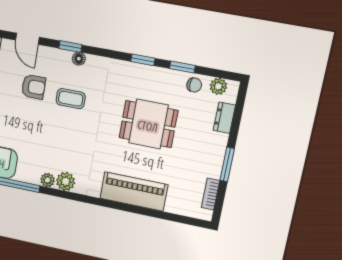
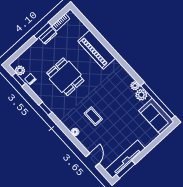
window: (70, 47) -> (75, 141), removed
window: (182, 67) -> (19, 80), moved
armchair: (33, 87) -> (107, 135), removed
dresser: (224, 118) -> (48, 35), moved
plant: (66, 181) -> (141, 95), moved

